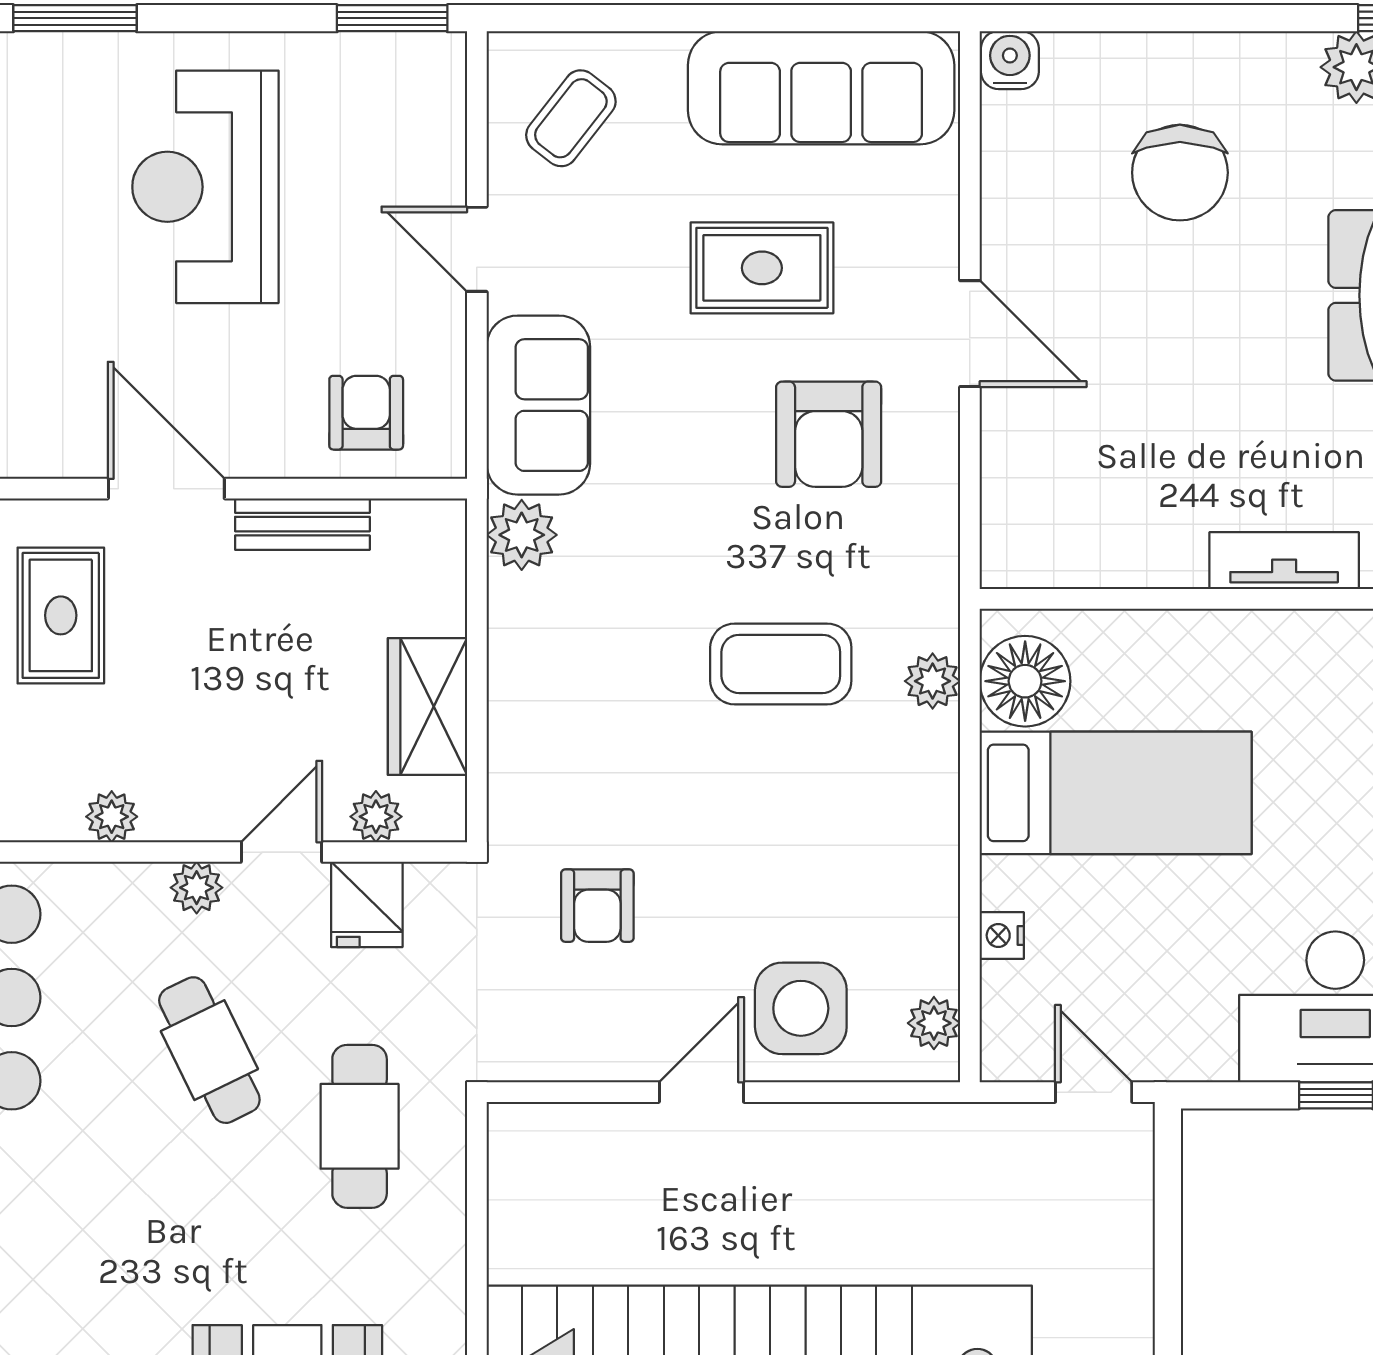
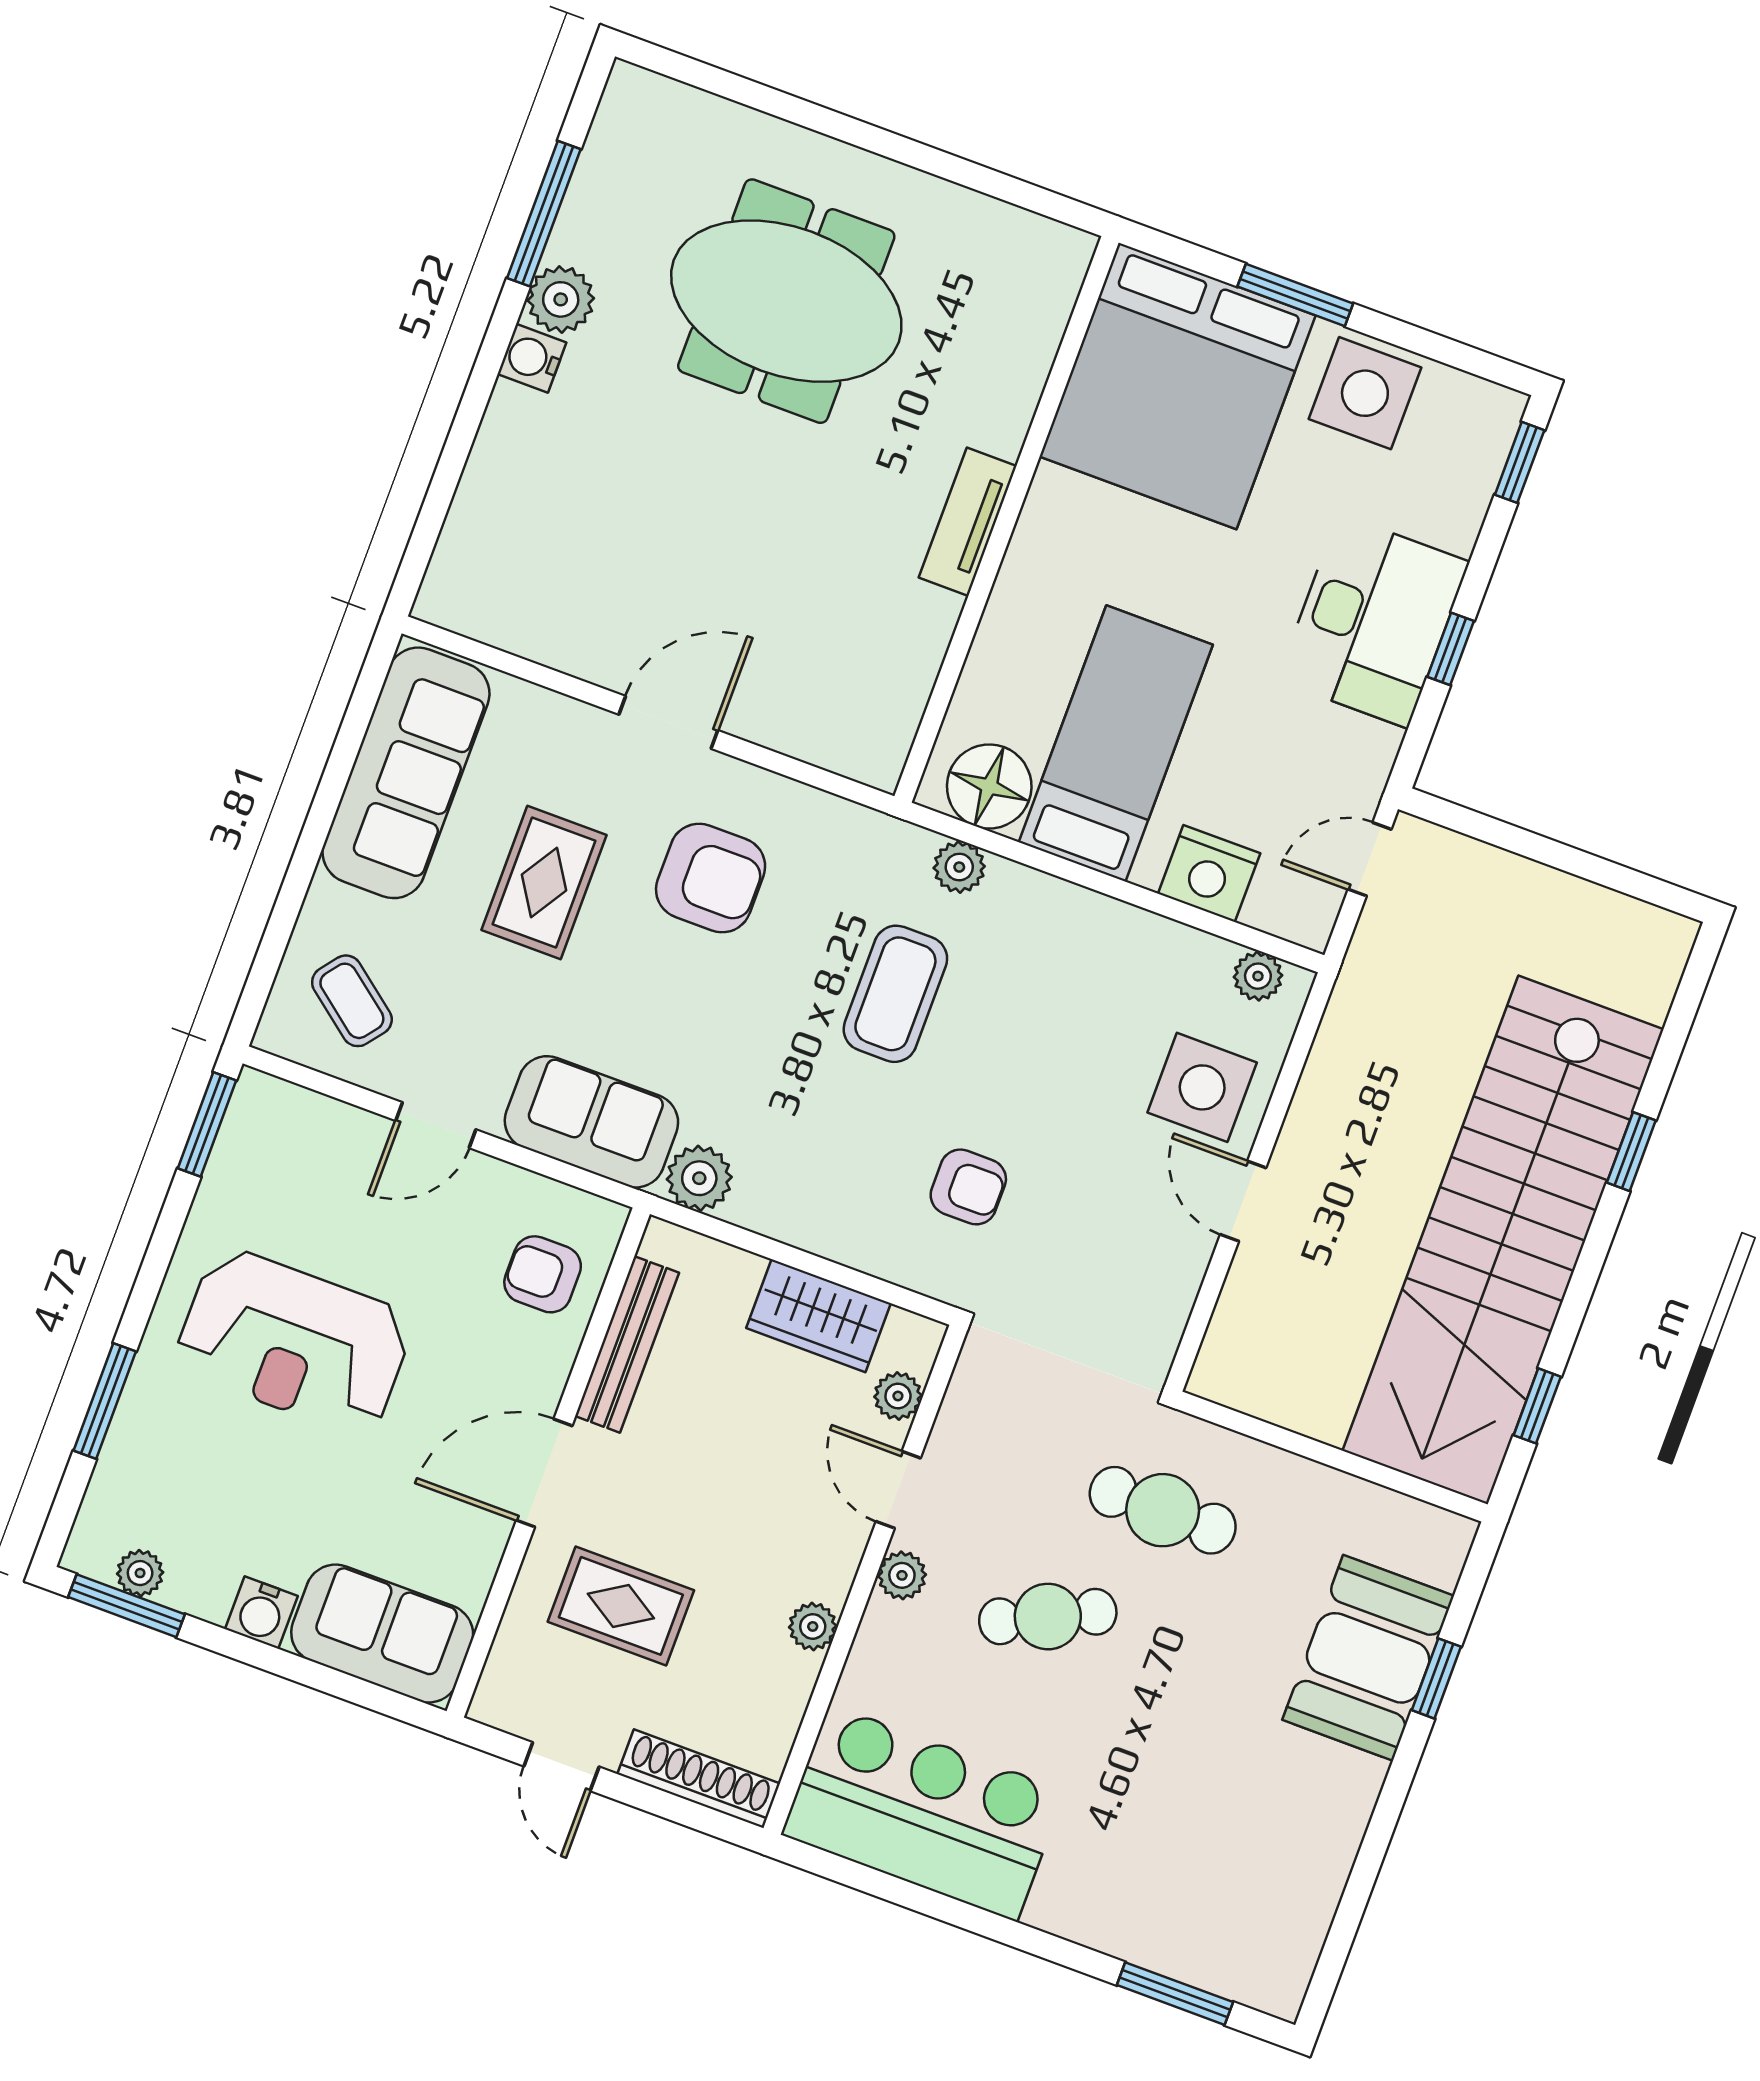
water cooler: (1010, 60) -> (532, 358), moved
chair: (1180, 173) -> (596, 487), removed
bench: (302, 524) -> (627, 1344), width x1.36
fridge: (367, 904) -> (972, 1432), removed
armchair: (597, 906) -> (968, 1187), moved
nightstand: (1002, 935) -> (1209, 873), width x1.89, depth x1.79

